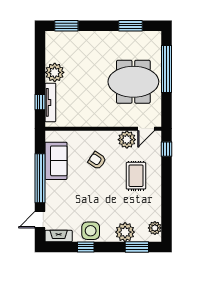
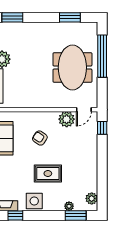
meeting table: (133, 82) -> (72, 67), turned 90
rug: (136, 176) -> (48, 173), moved, turned 90
plant: (125, 232) -> (69, 206), width x0.53, depth x0.53
window: (86, 247) -> (15, 215), moved

